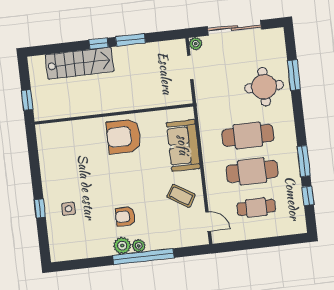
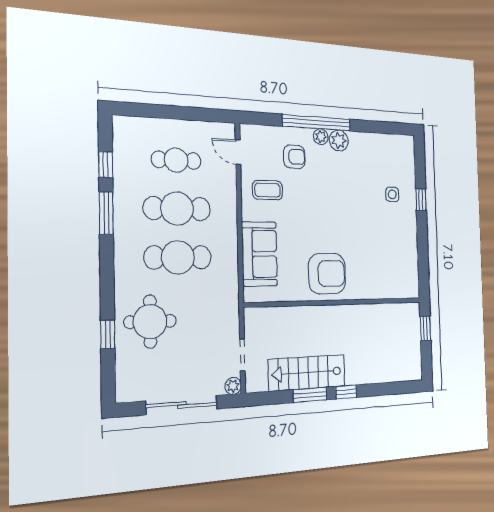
stairs: (79, 63) -> (307, 373), moved
window: (294, 75) -> (108, 334), width x0.67
coffee table: (181, 196) -> (268, 190), turned -32
armchair: (125, 216) -> (294, 157), moved

